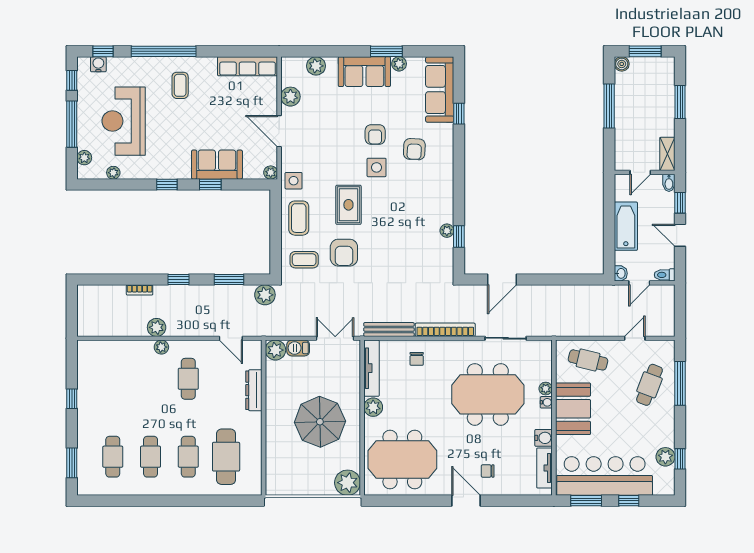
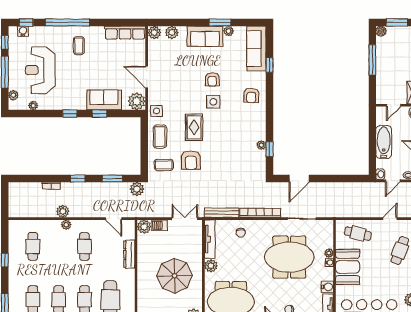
plant: (290, 97) -> (154, 33), moved
armchair: (414, 149) -> (251, 95), moved
plant: (271, 172) -> (137, 101), width x1.87, depth x1.87
cafe table: (113, 379) -> (33, 246), added

